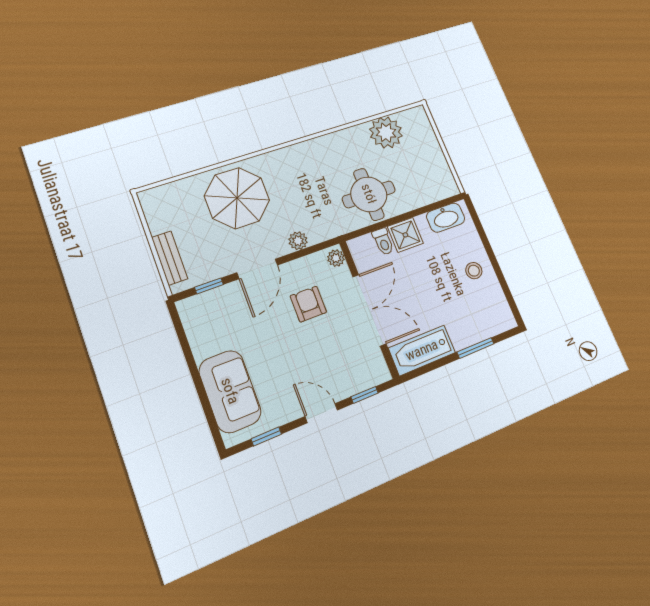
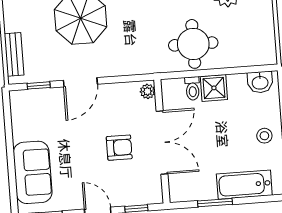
washbasin: (446, 218) -> (260, 82), width x0.72
plant: (298, 241) -> (120, 68), removed
armchair: (308, 304) -> (119, 148), moved, turned 90
window: (476, 348) -> (215, 203), moved
bathtub: (422, 350) -> (244, 185), moved

